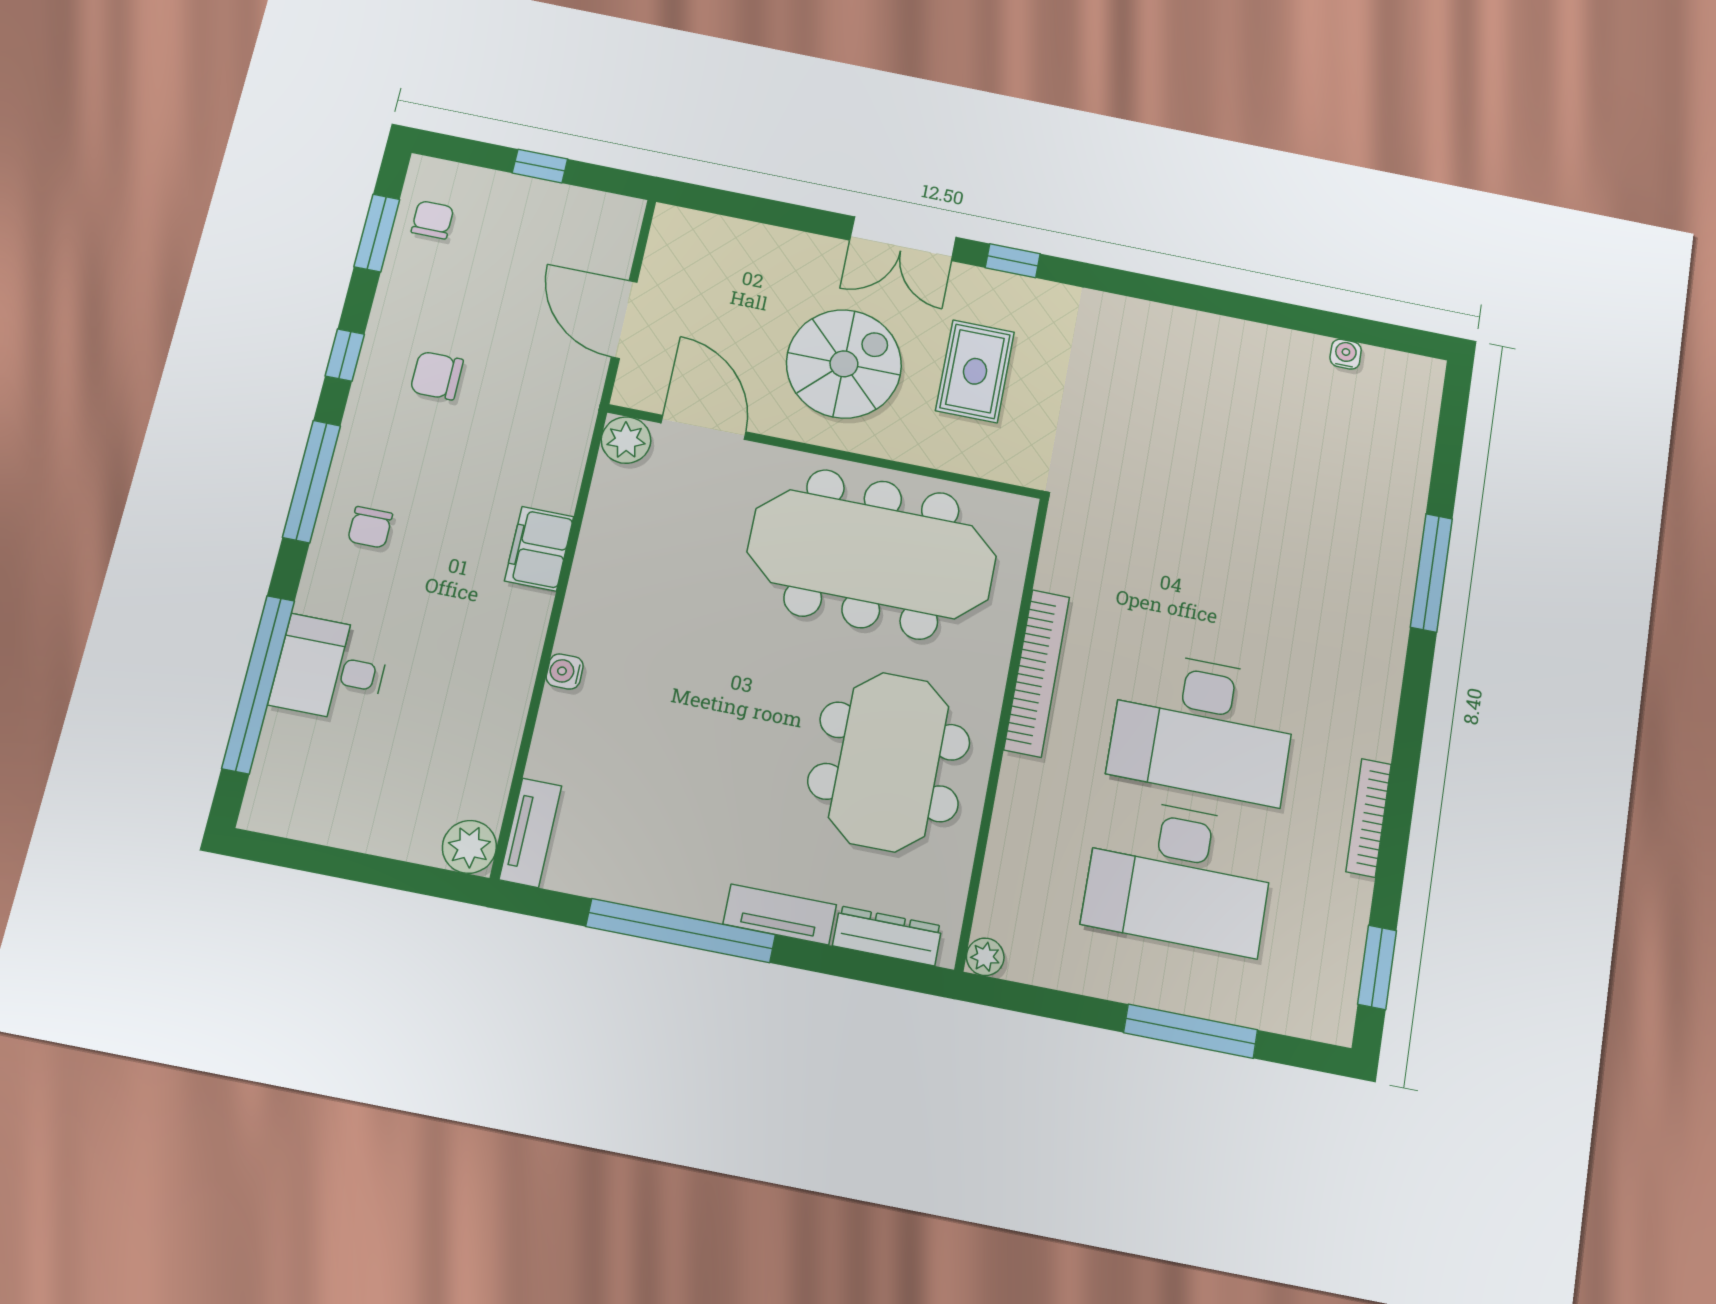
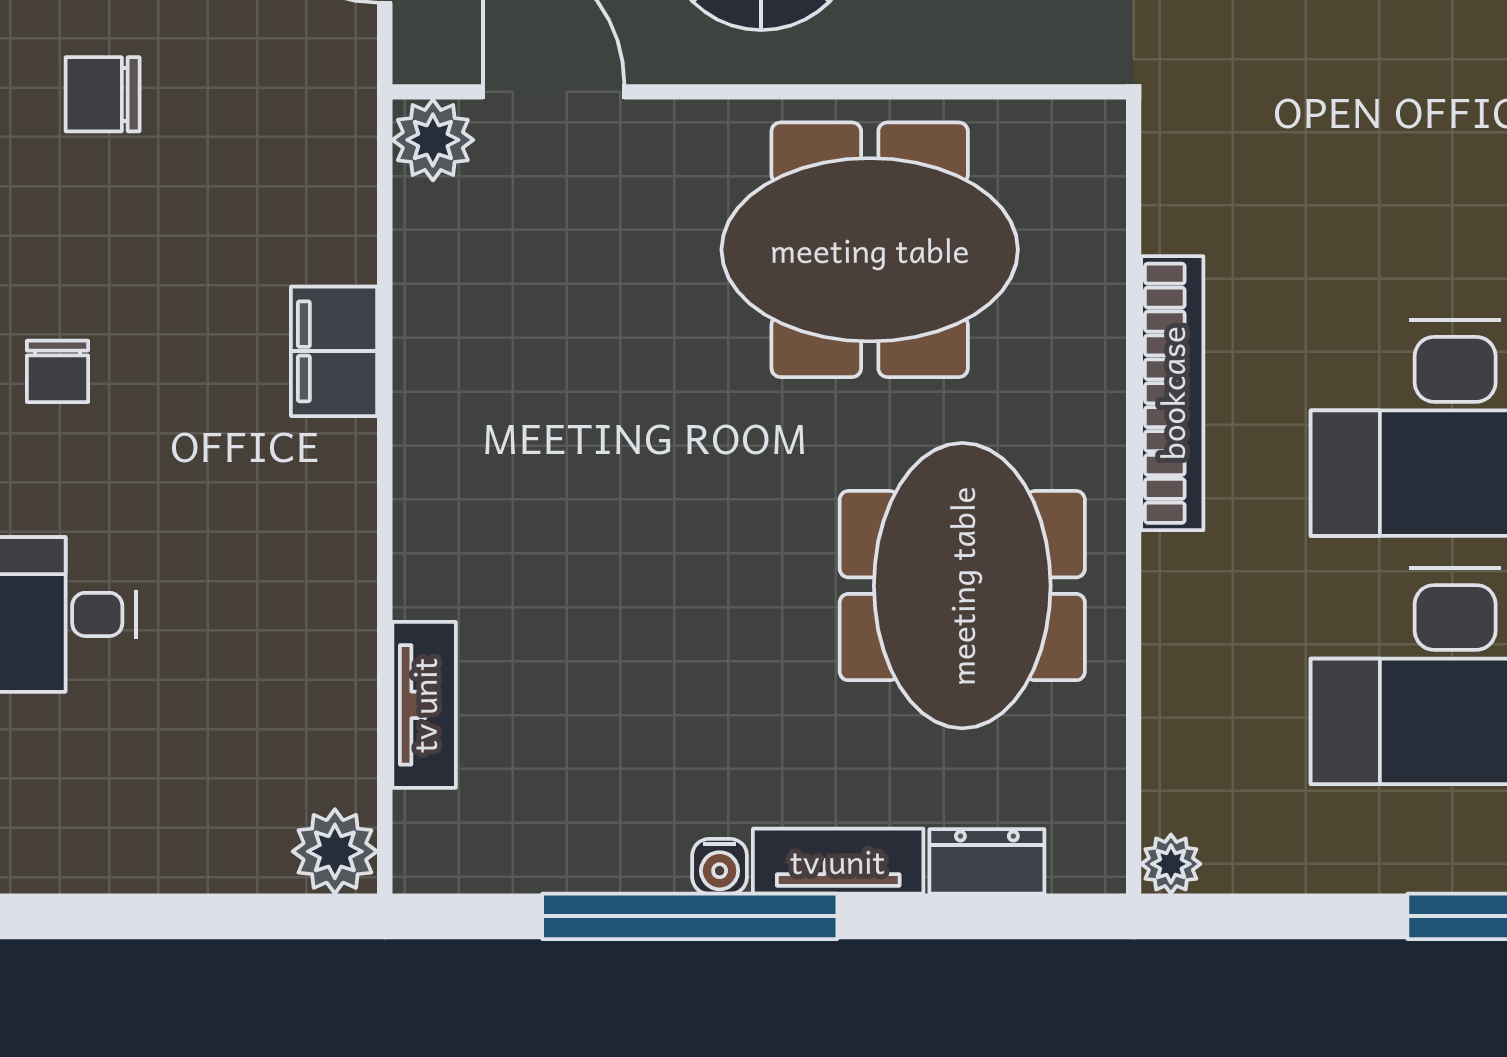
meeting table: (872, 554) -> (870, 250), width x0.73
water cooler: (565, 671) -> (720, 866), moved, turned -90
tv unit: (530, 833) -> (424, 705), moved
dresser: (887, 936) -> (987, 861), width x0.70

